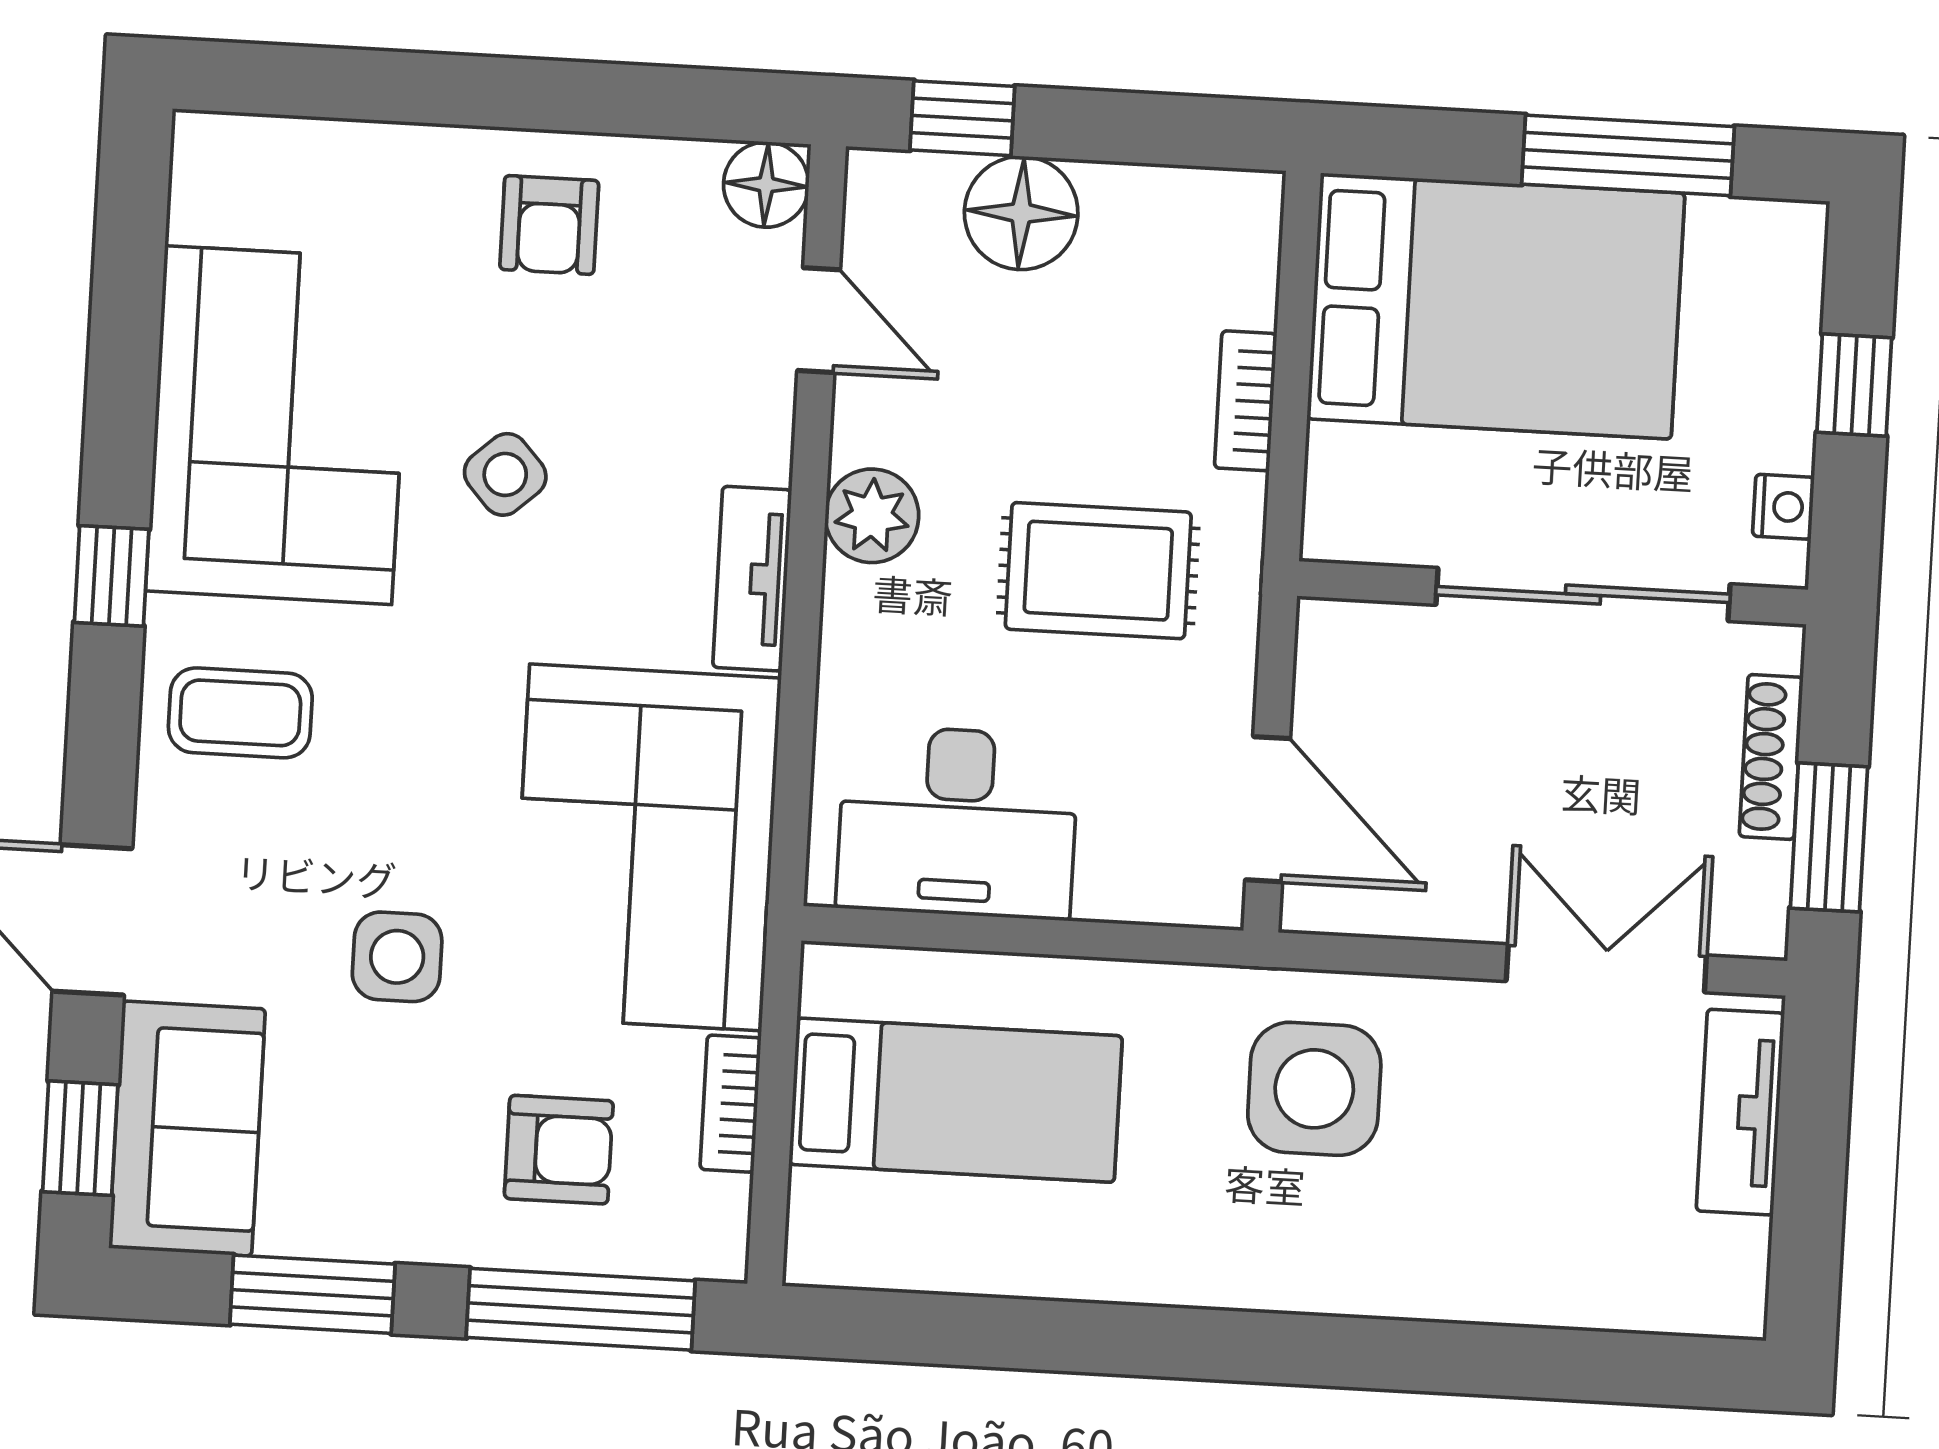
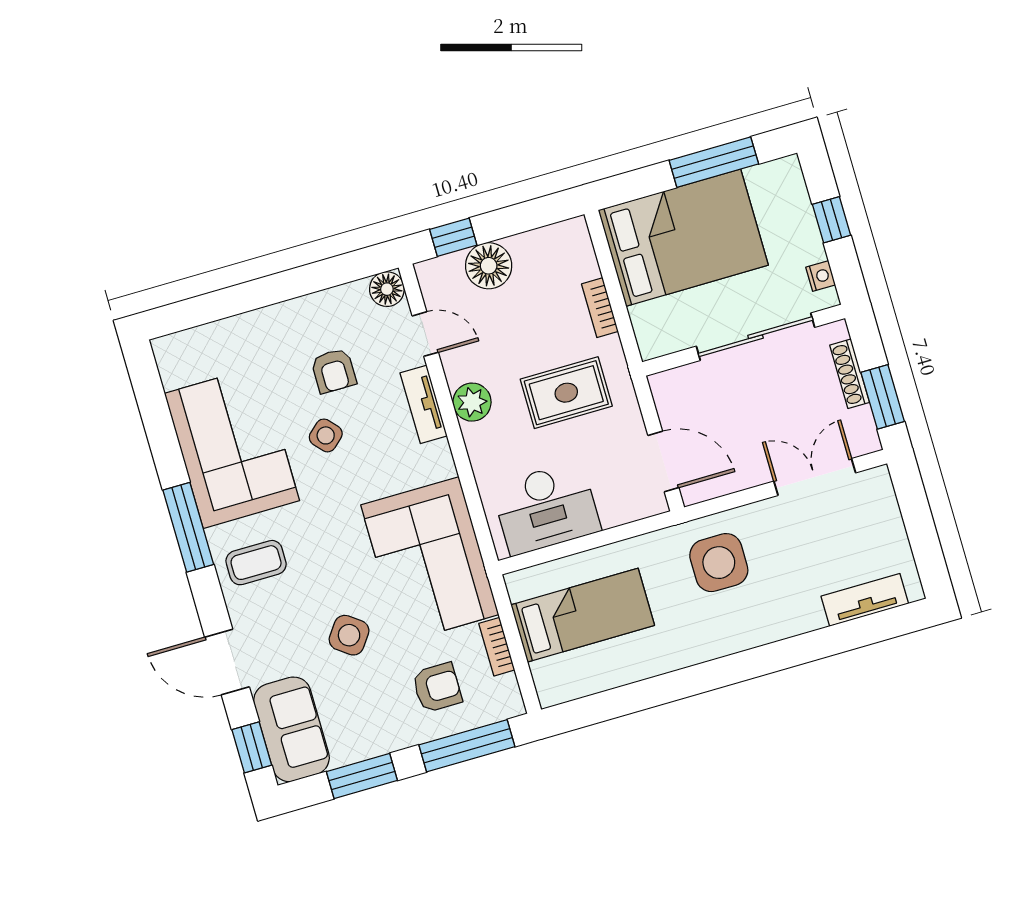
armchair: (549, 225) -> (334, 371), moved
window: (112, 576) -> (188, 527), width x2.17
tv unit: (752, 579) -> (424, 404), moved
side table: (397, 957) -> (349, 635), turned 36
tv unit: (1740, 1112) -> (865, 600), moved, turned 90

